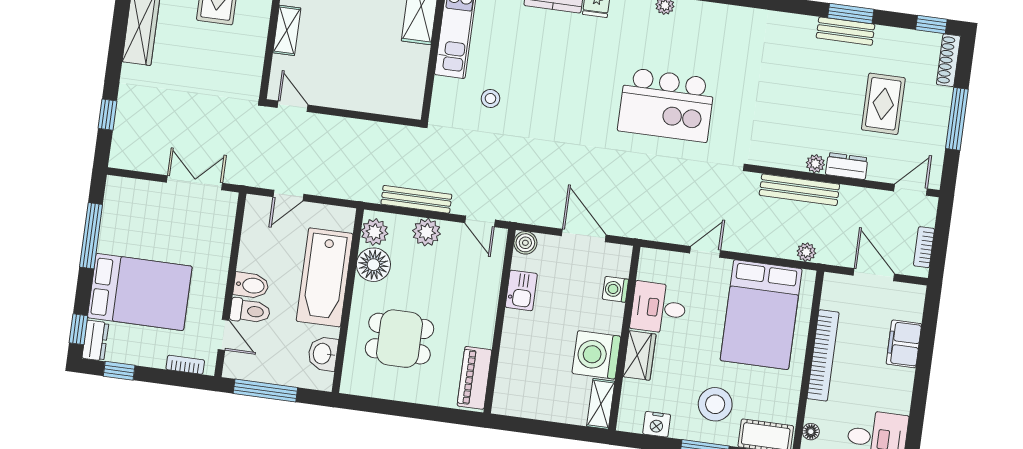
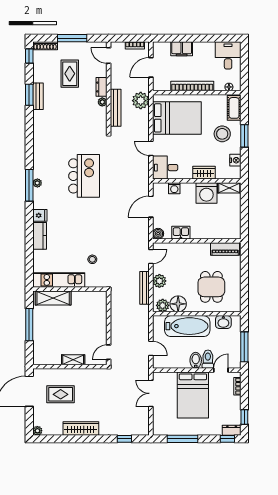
rug: (883, 104) -> (70, 74), turned 90
plant: (806, 252) -> (141, 101), width x1.87, depth x1.87
bed: (140, 292) -> (193, 395), moved, turned 180
desk: (659, 308) -> (165, 168), moved, turned 90

